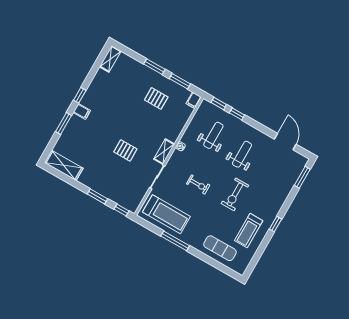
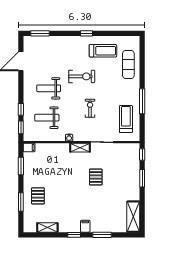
shelving: (110, 59) -> (47, 228), moved
window: (154, 67) -> (21, 202), moved
pallet: (156, 98) -> (38, 196), moved
treadmill: (166, 214) -> (126, 119), width x0.73, depth x0.73

